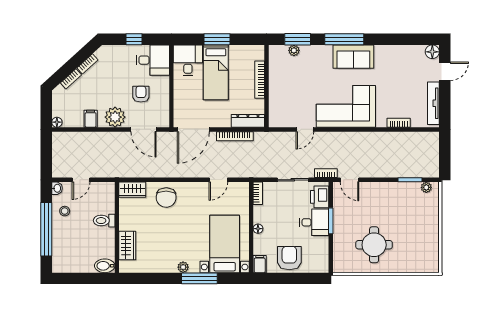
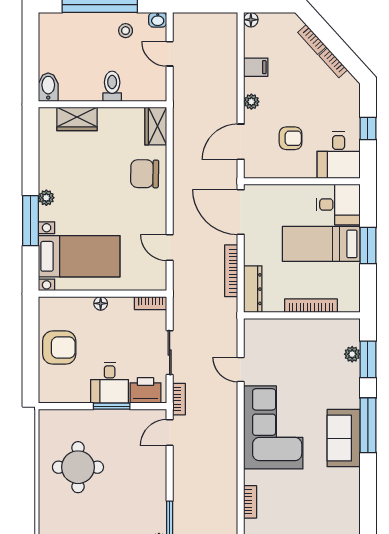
plant: (115, 117) -> (251, 102), width x0.53, depth x0.53
filing cabinet: (260, 264) -> (51, 306), removed

